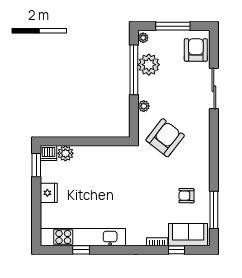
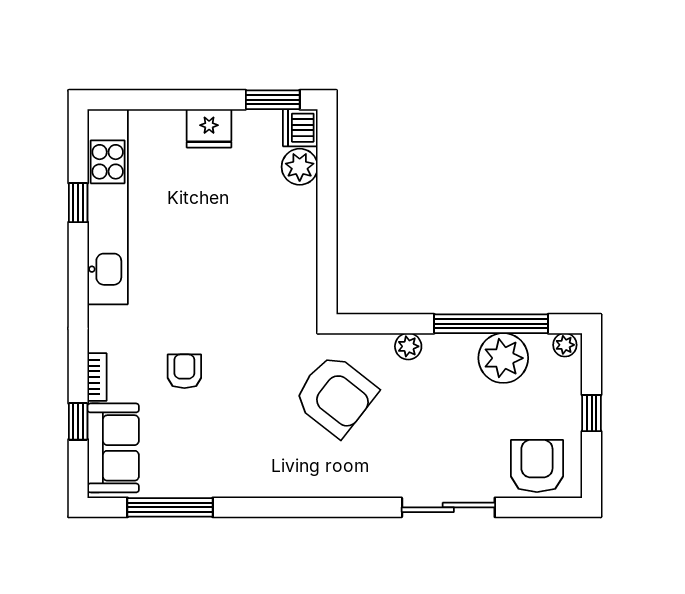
window: (173, 26) -> (592, 413), width x0.46
armchair: (196, 50) -> (537, 466), turned -90
armchair: (186, 196) -> (184, 371), moved

